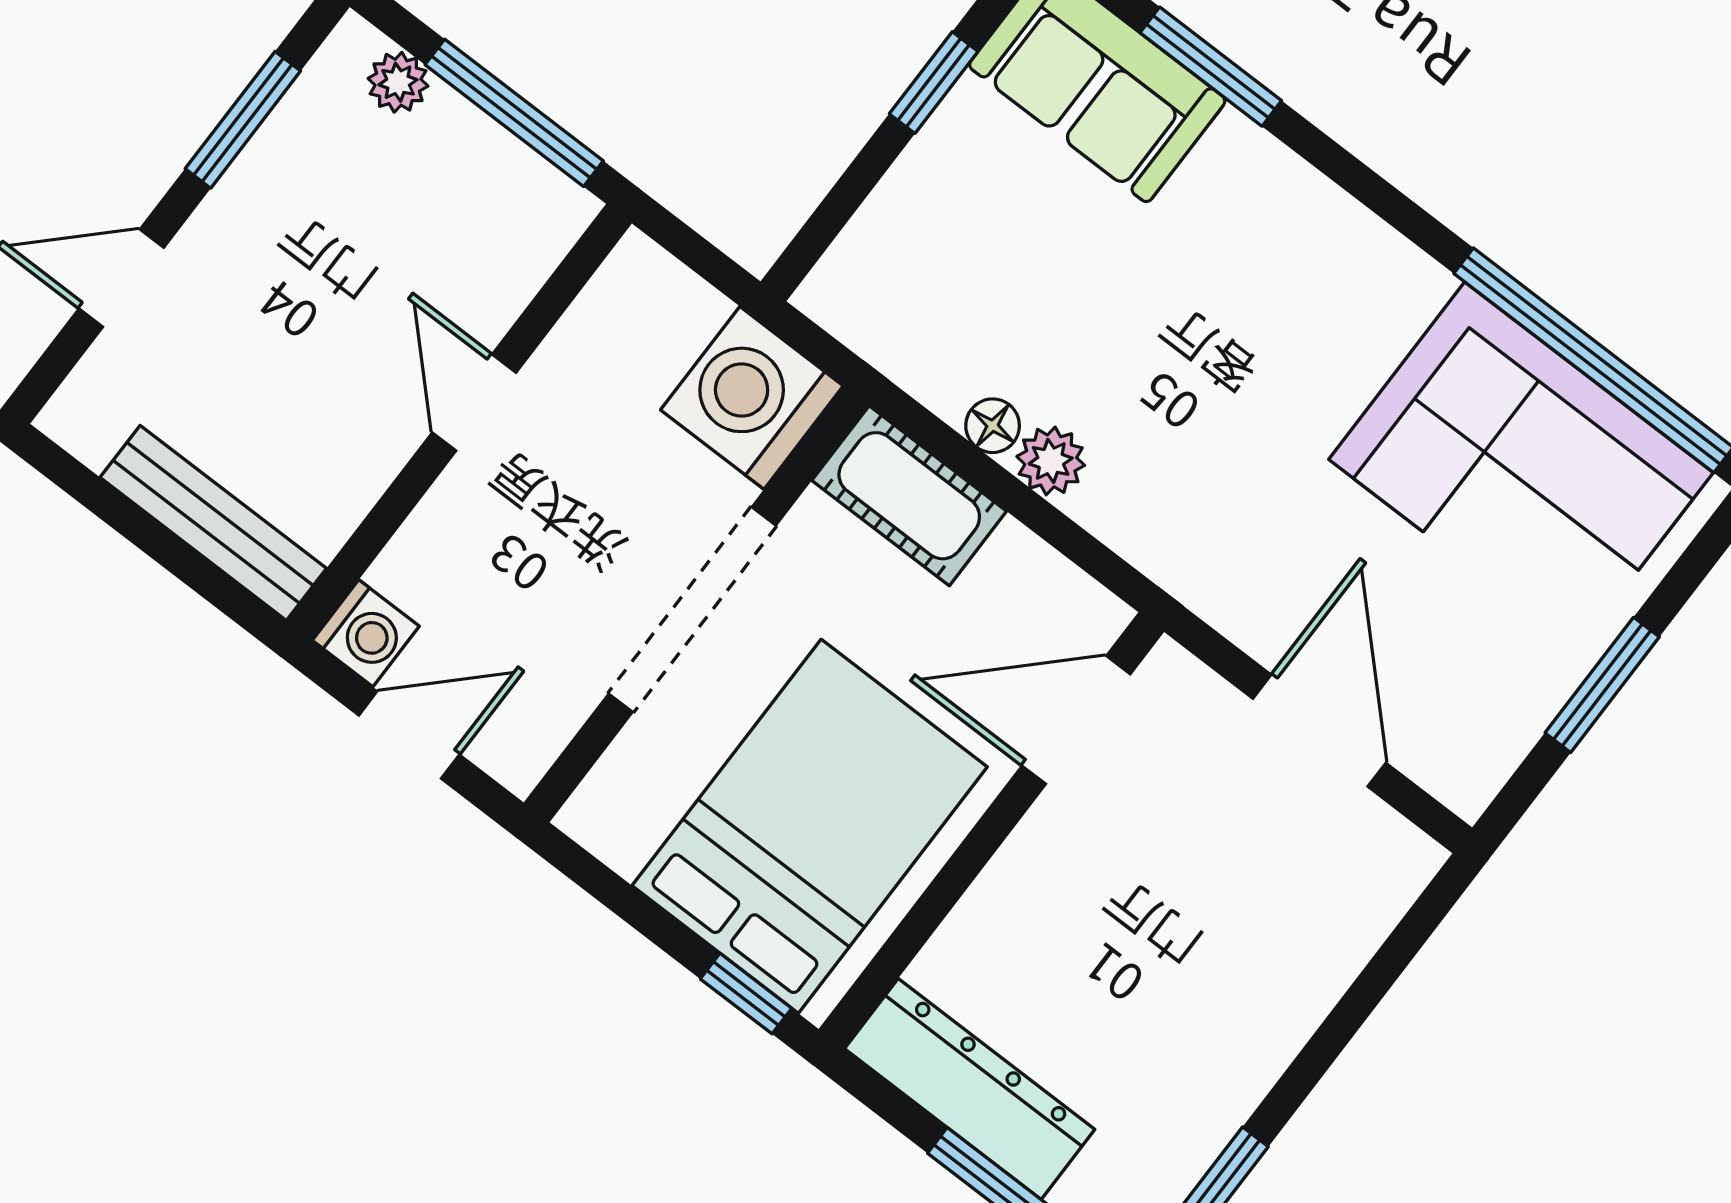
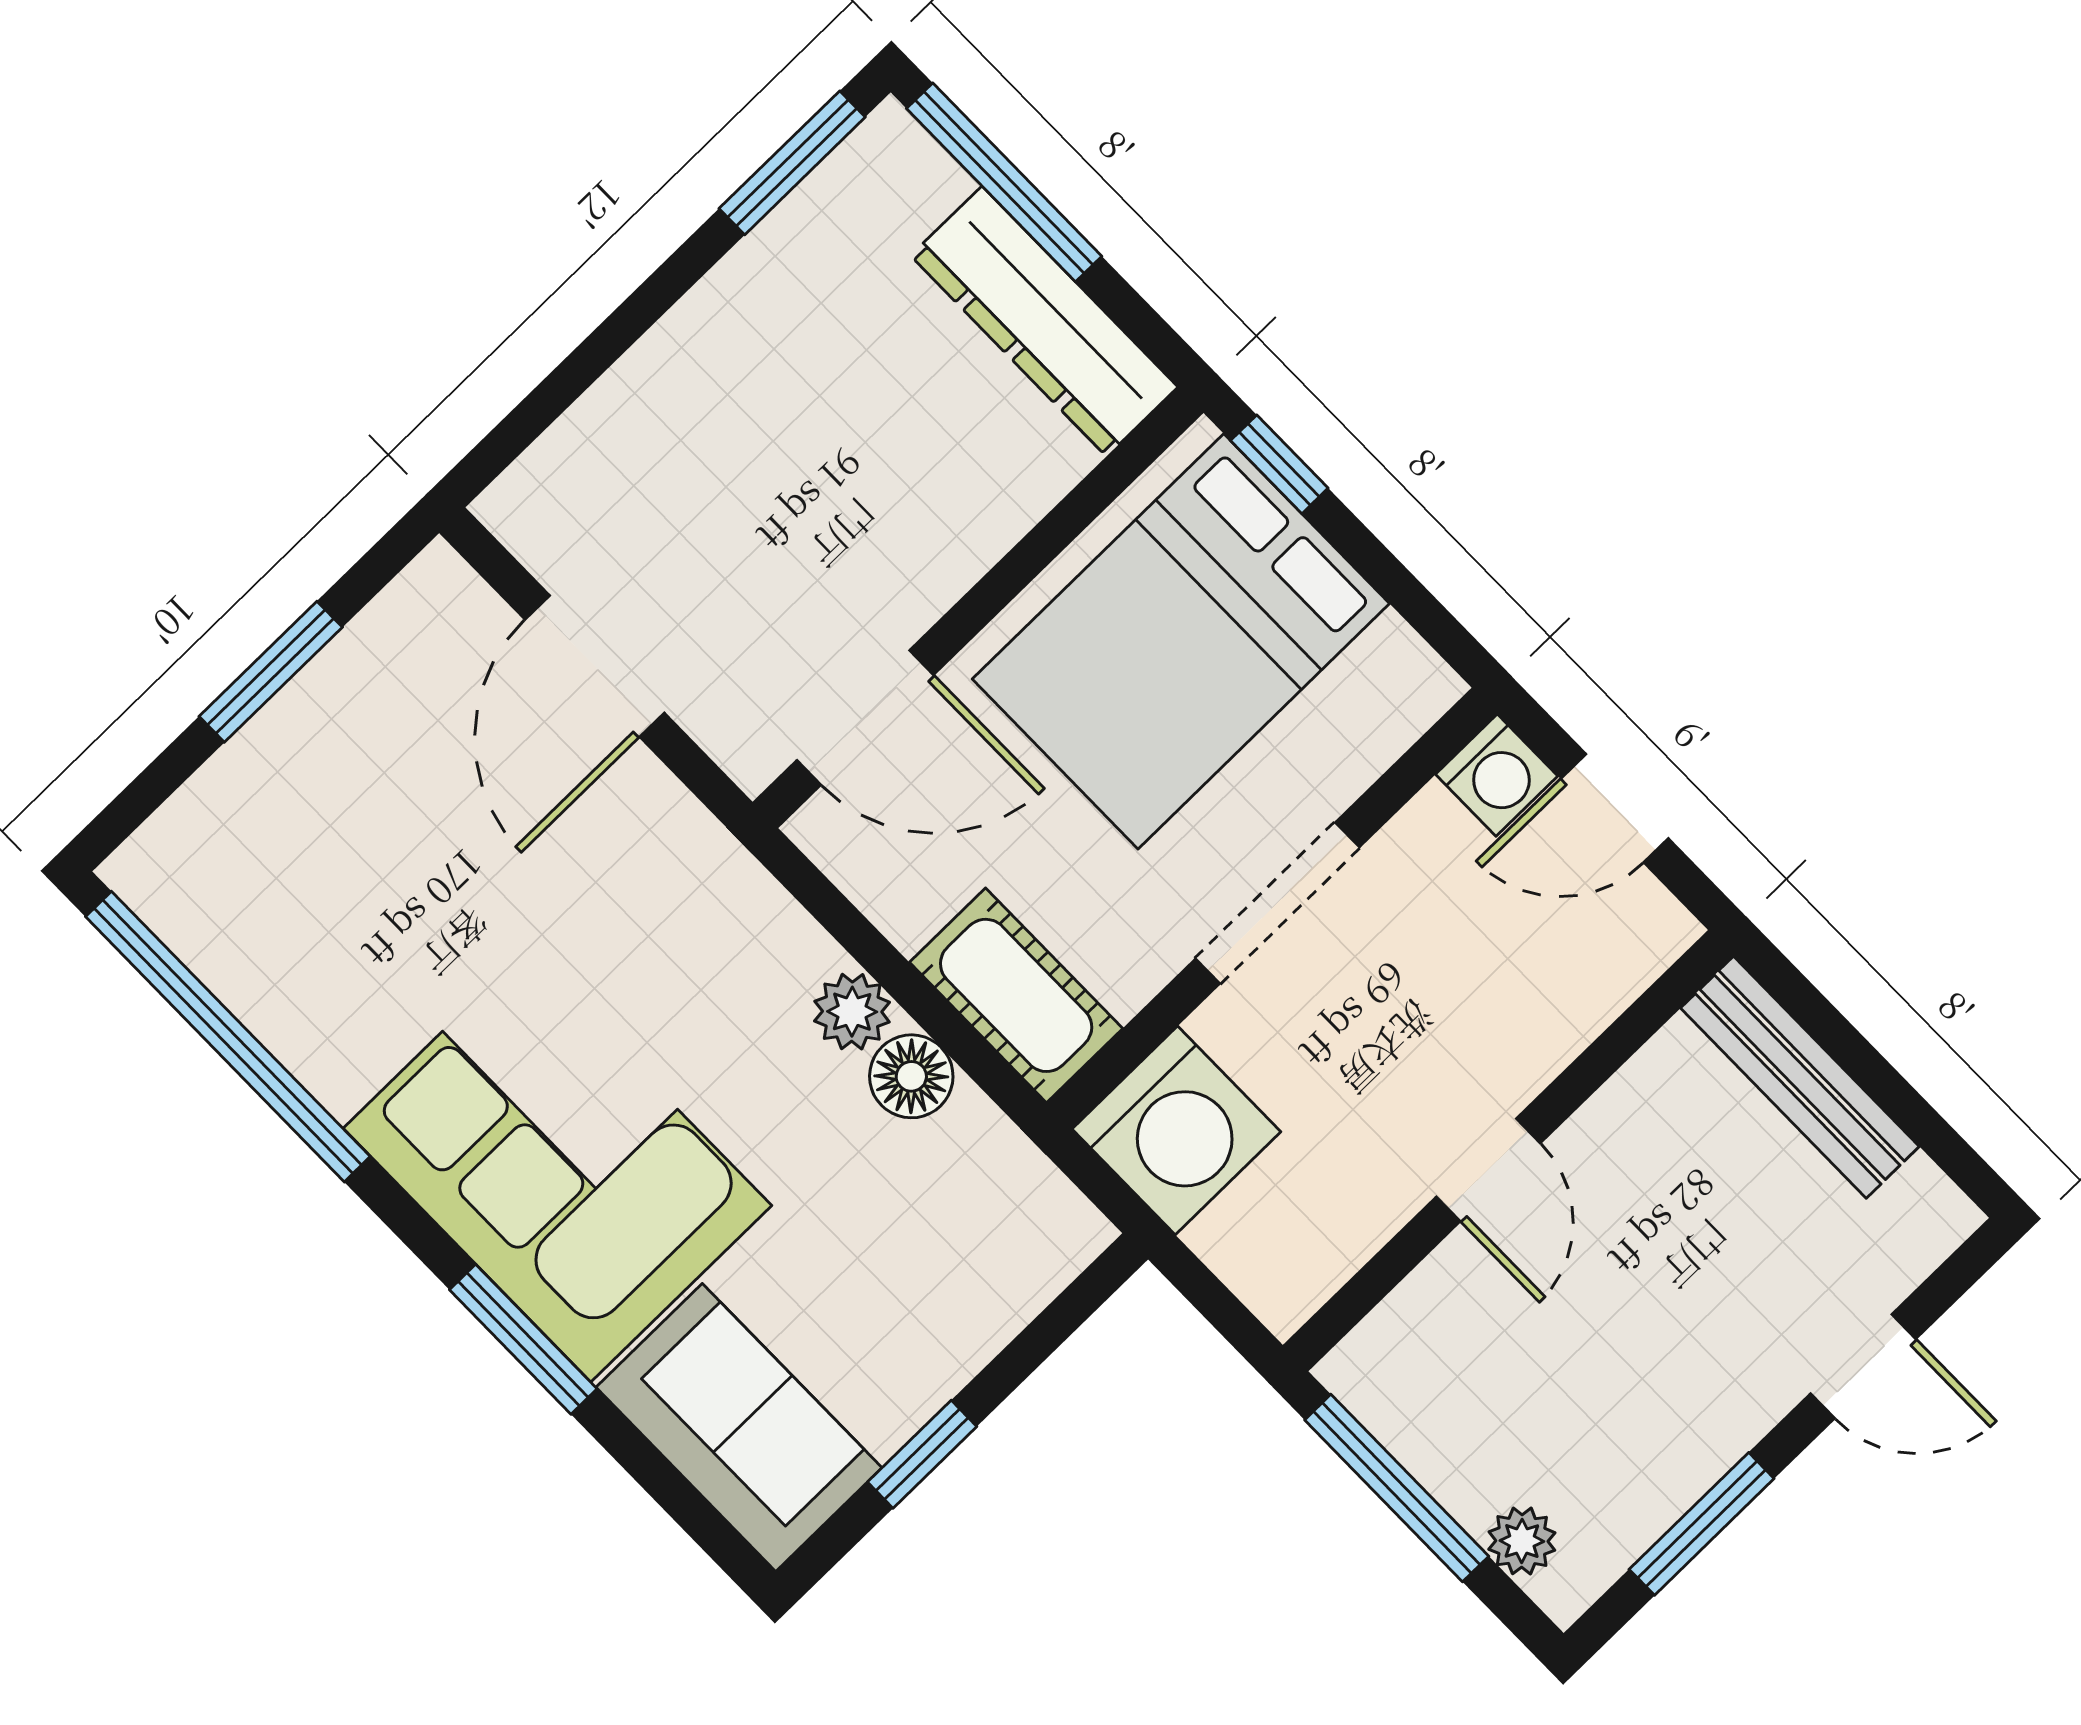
window: (1211, 67) -> (523, 1339), moved
floor lamp: (993, 426) -> (911, 1076), width x1.37, depth x1.37
corner sofa: (1521, 466) -> (557, 1167), moved
doorway: (692, 610) -> (1278, 903), width x0.73
washing machine: (366, 633) -> (1497, 775), moved, turned 180

